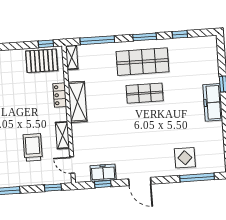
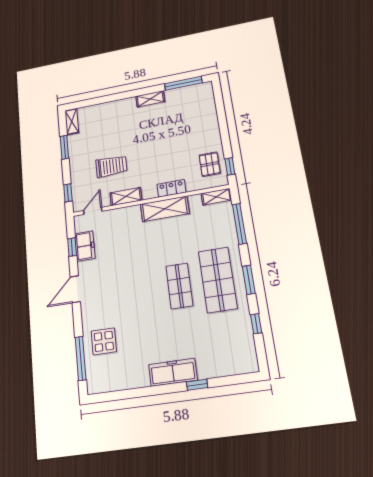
pallet: (42, 61) -> (210, 164), width x0.67, depth x0.71

